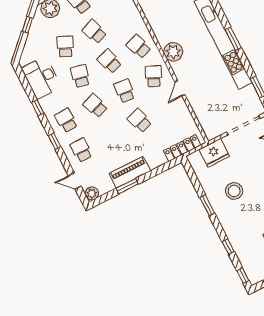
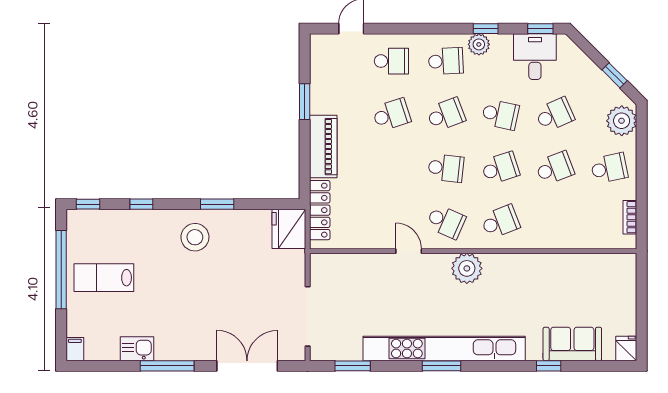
school desk: (65, 46) -> (555, 115), turned -48
desk: (41, 78) -> (535, 57), width x0.73
school desk: (139, 121) -> (391, 115), moved
window: (55, 141) -> (540, 29), moved
fridge: (214, 153) -> (289, 229), moved
piano: (130, 172) -> (323, 147), moved
stool: (234, 191) -> (195, 237), moved
plant: (92, 193) -> (479, 44), moved

